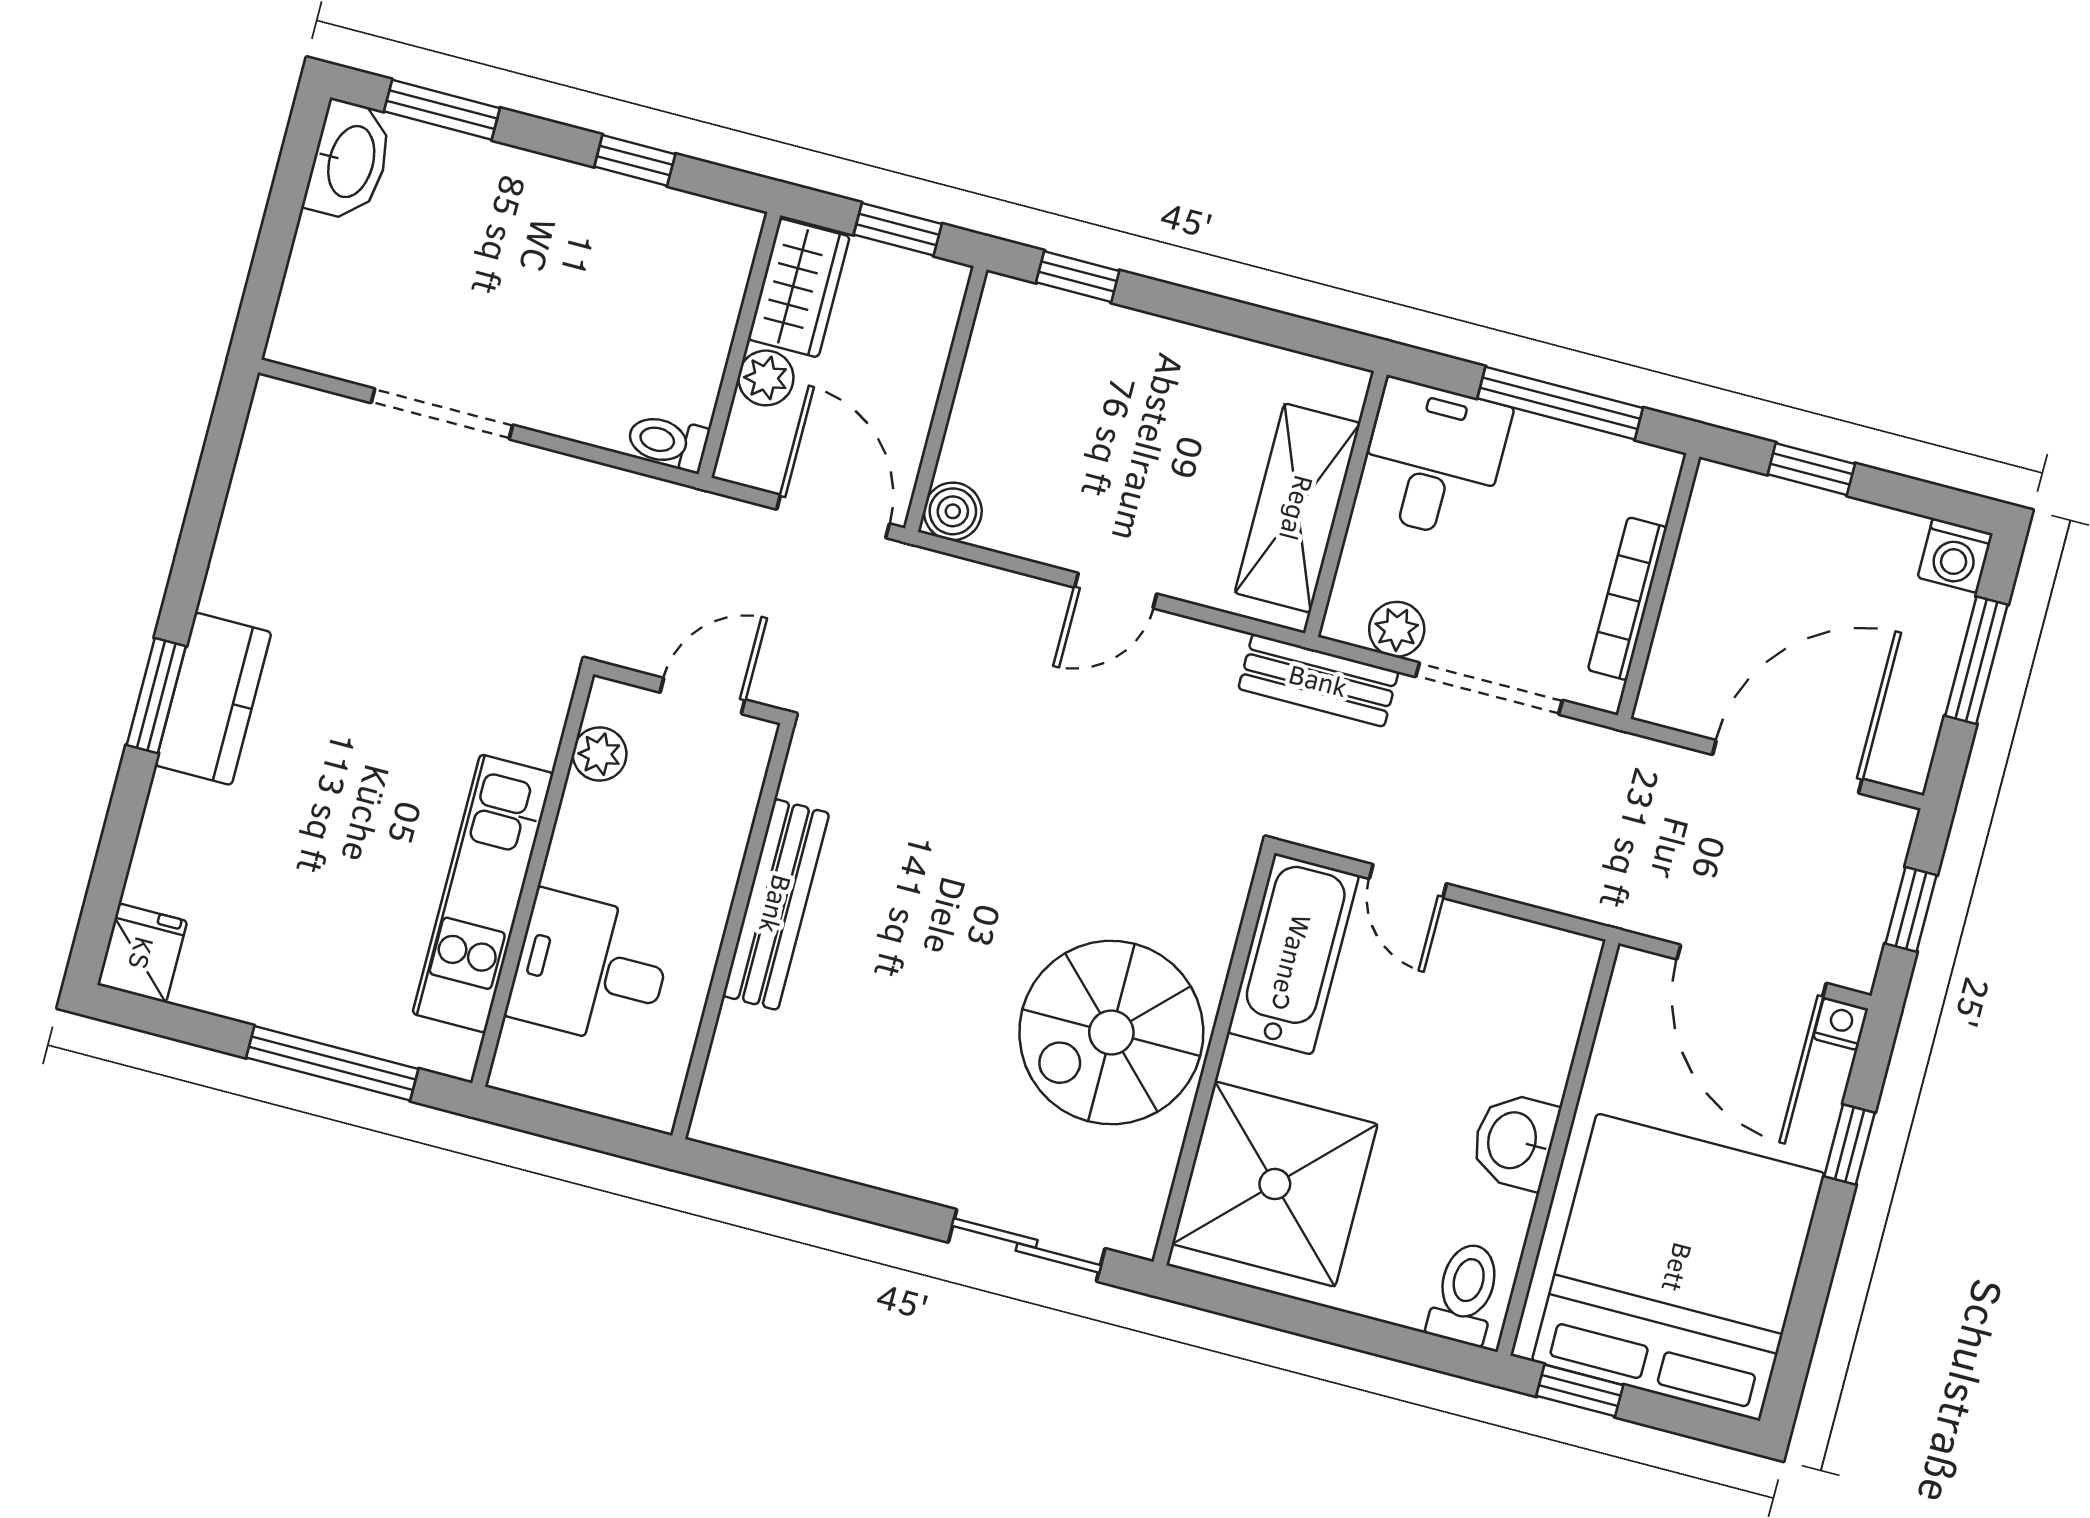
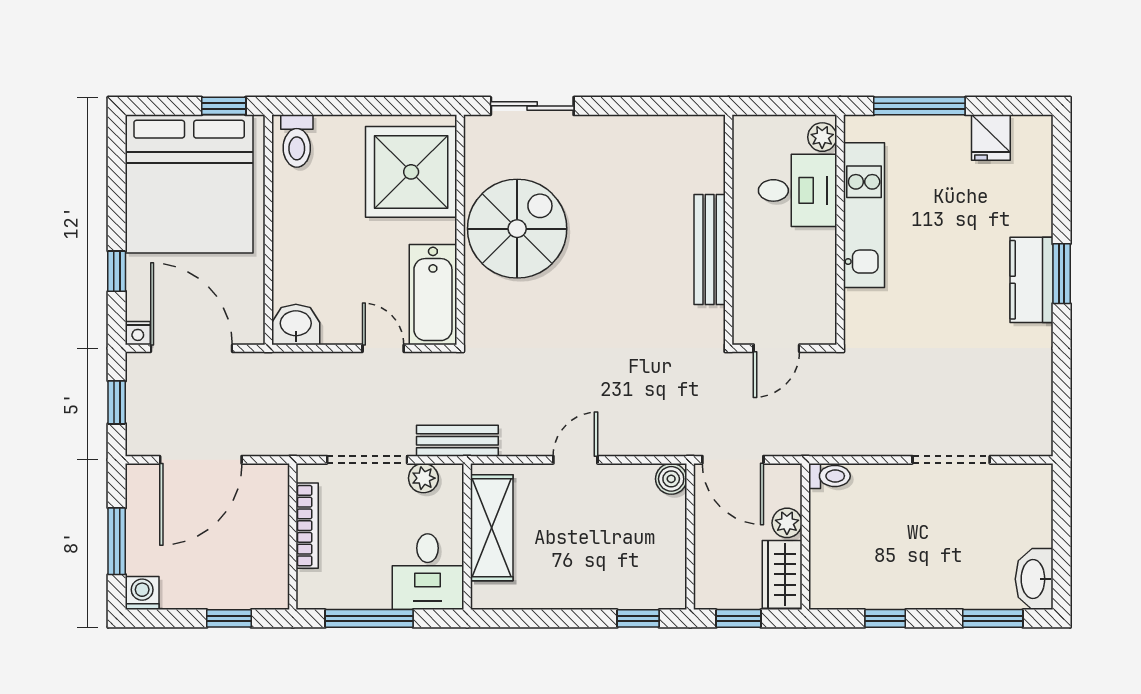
plant: (600, 754) -> (822, 137), moved
fridge: (142, 953) -> (991, 137), moved
washbasin: (1514, 1141) -> (296, 324), moved, turned -90

